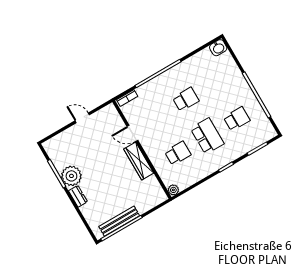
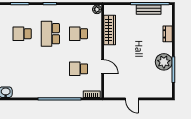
school desk: (186, 99) -> (78, 69), moved
wardrobe: (139, 161) -> (110, 30), moved
dresser: (78, 196) -> (168, 34), moved
bench: (119, 221) -> (149, 10), width x0.73

